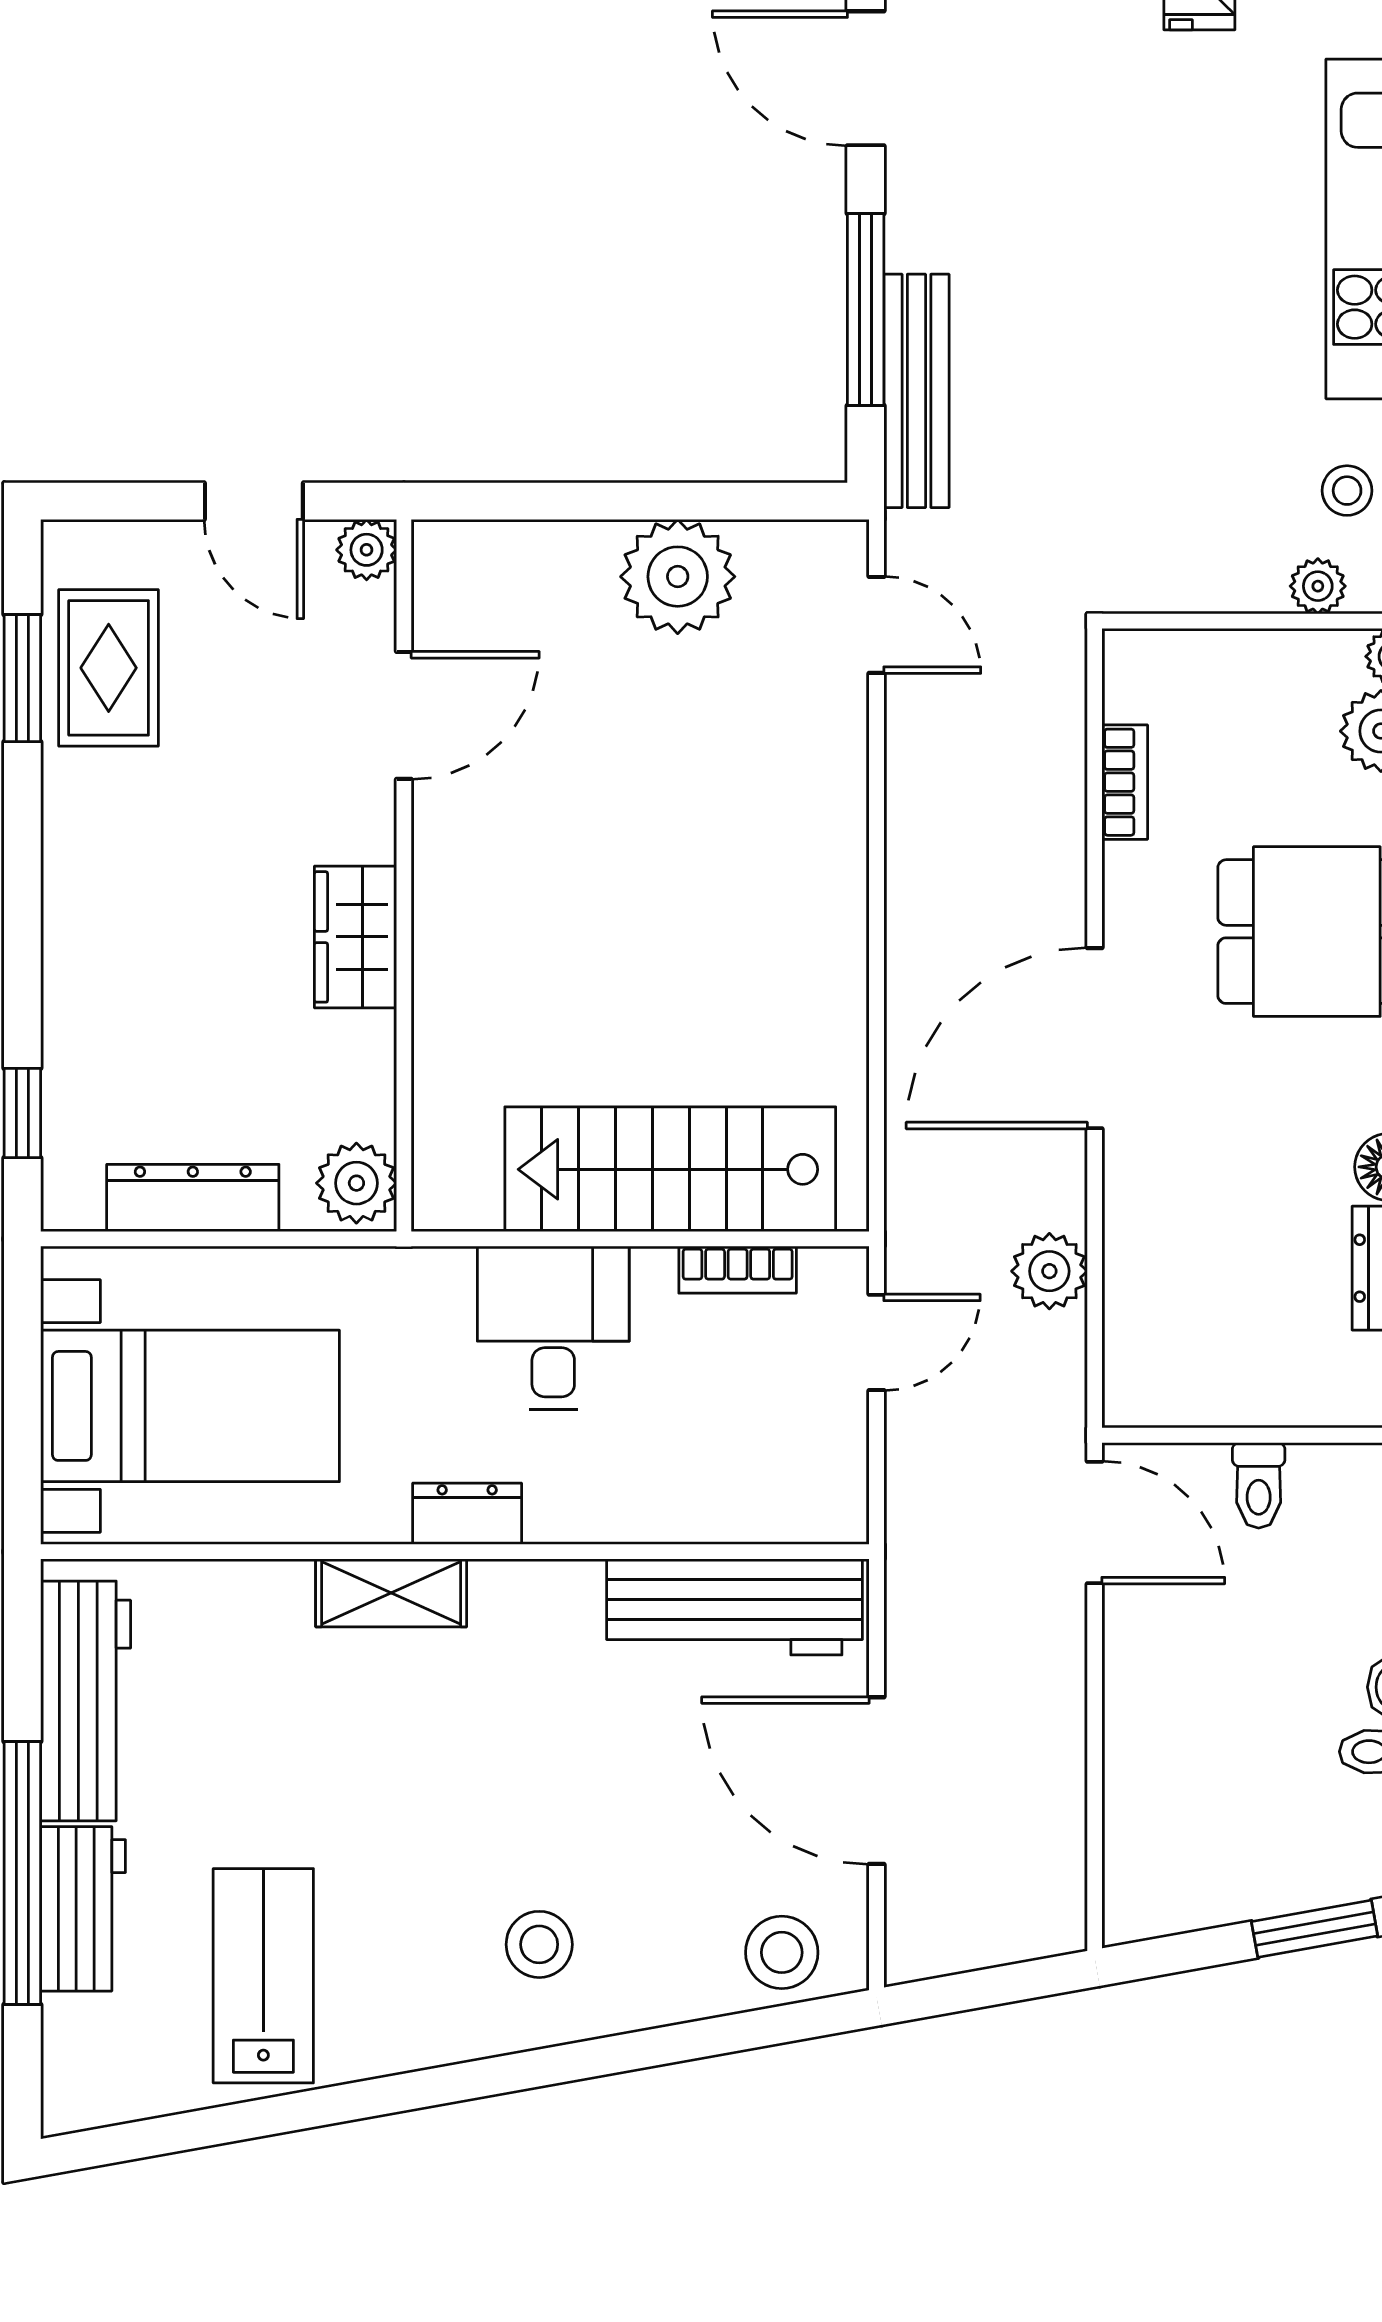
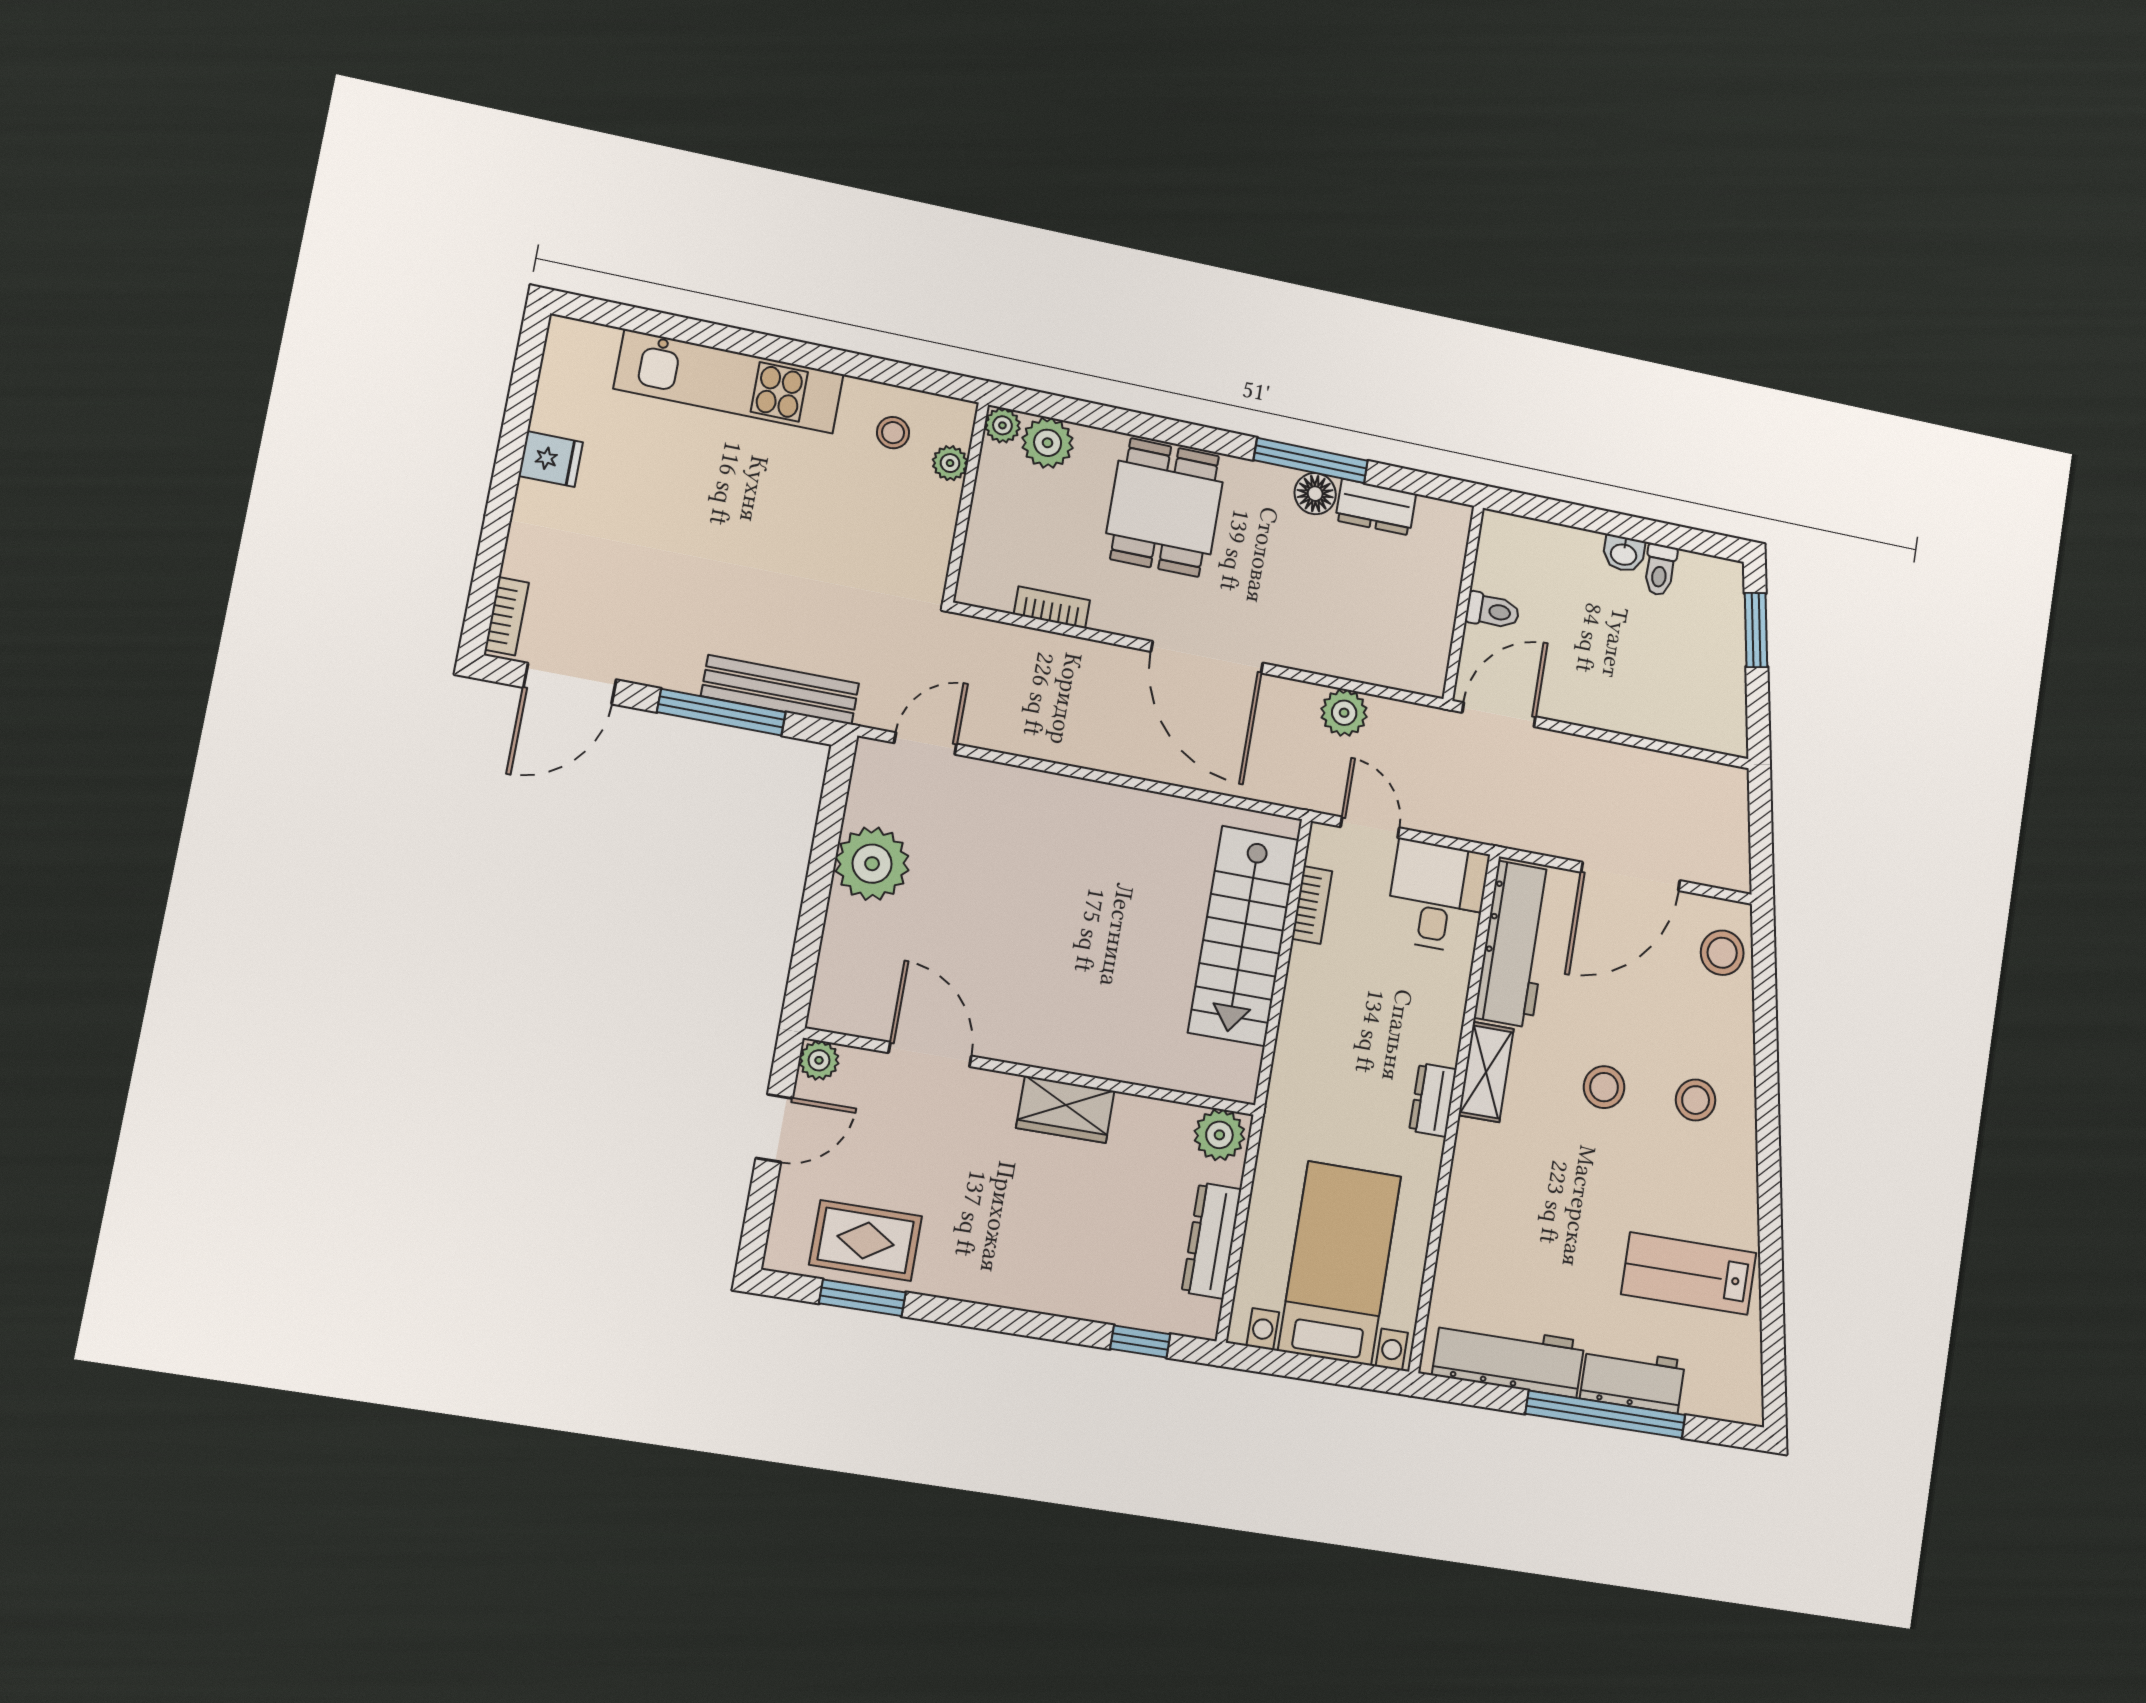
desk: (553, 1328) -> (1437, 896), moved, turned 90
shelving: (391, 1593) -> (1486, 1072), moved
stool: (534, 1789) -> (1604, 1087), added

